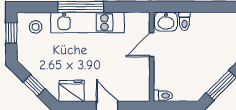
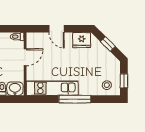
kitchen unit: (88, 23) -> (52, 88), moved
door: (152, 45) -> (25, 57), moved

